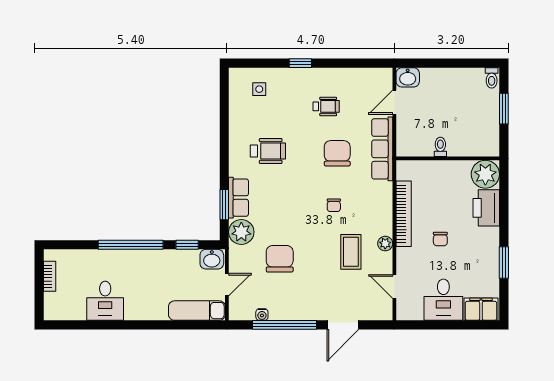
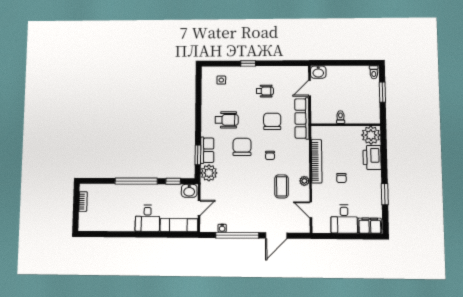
chair: (280, 259) -> (242, 147), moved
desk: (105, 301) -> (147, 218), moved

